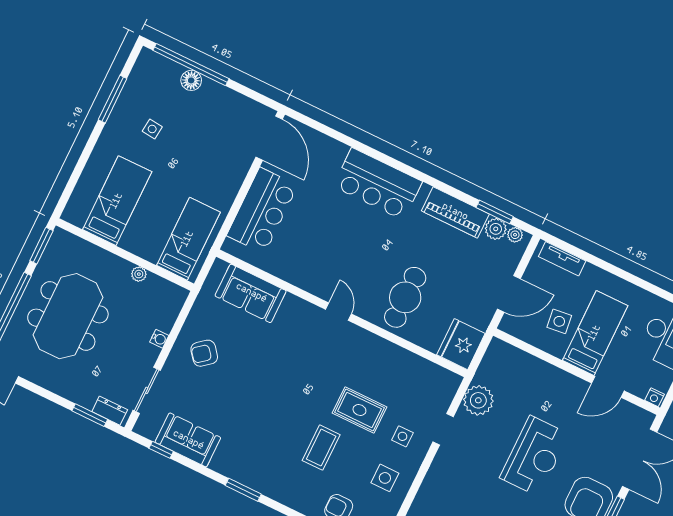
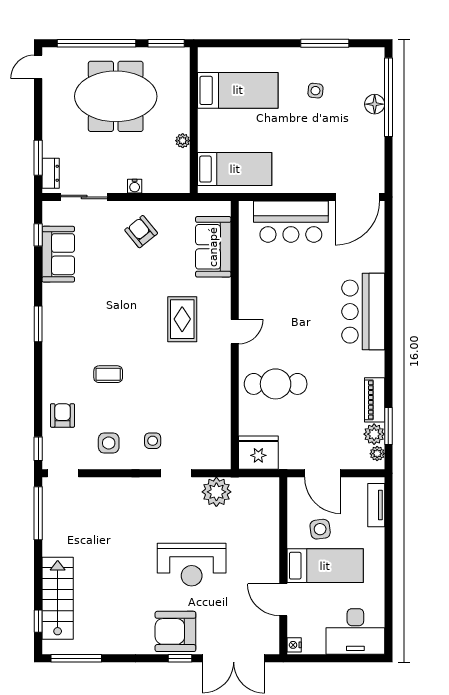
piano: (455, 212) -> (375, 400), width x0.73, depth x0.75
rug: (359, 410) -> (182, 319), moved
coffee table: (321, 448) -> (108, 374), width x0.73, depth x0.77

